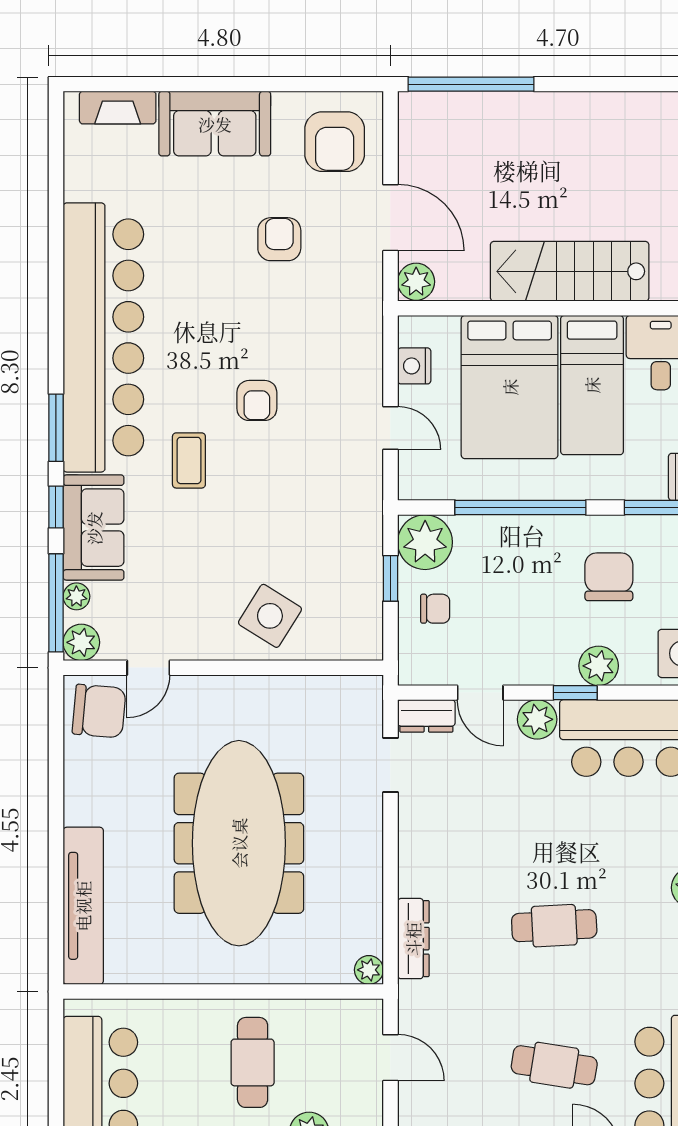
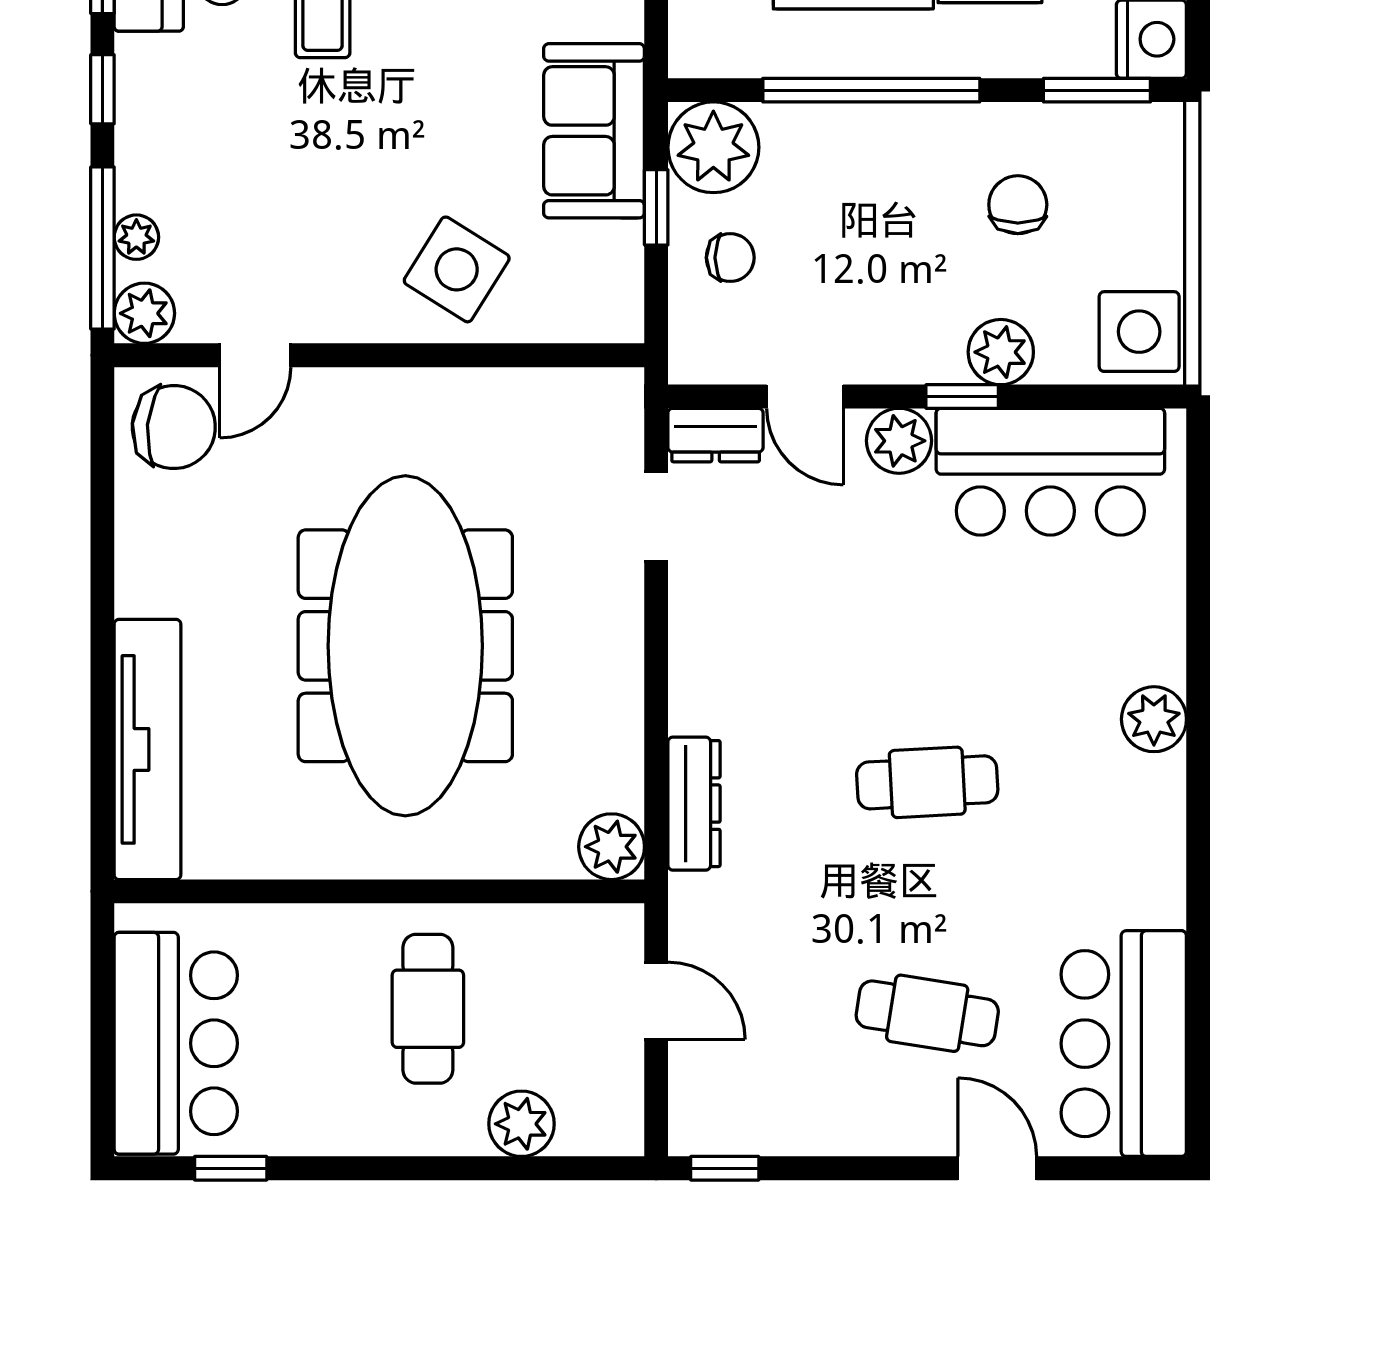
sofa: (94, 528) -> (594, 131), moved, turned 180
chair: (609, 577) -> (1018, 205), width x0.73, depth x0.73
plant: (369, 970) -> (612, 847), width x1.38, depth x1.38

